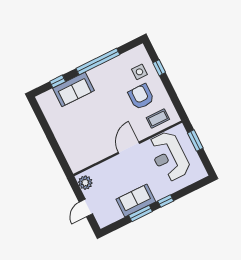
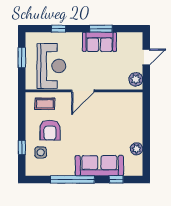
sofa: (74, 89) -> (99, 166), width x1.36
plant: (53, 119) -> (137, 149), added
window: (195, 141) -> (22, 57), moved
window: (166, 201) -> (59, 29), moved

